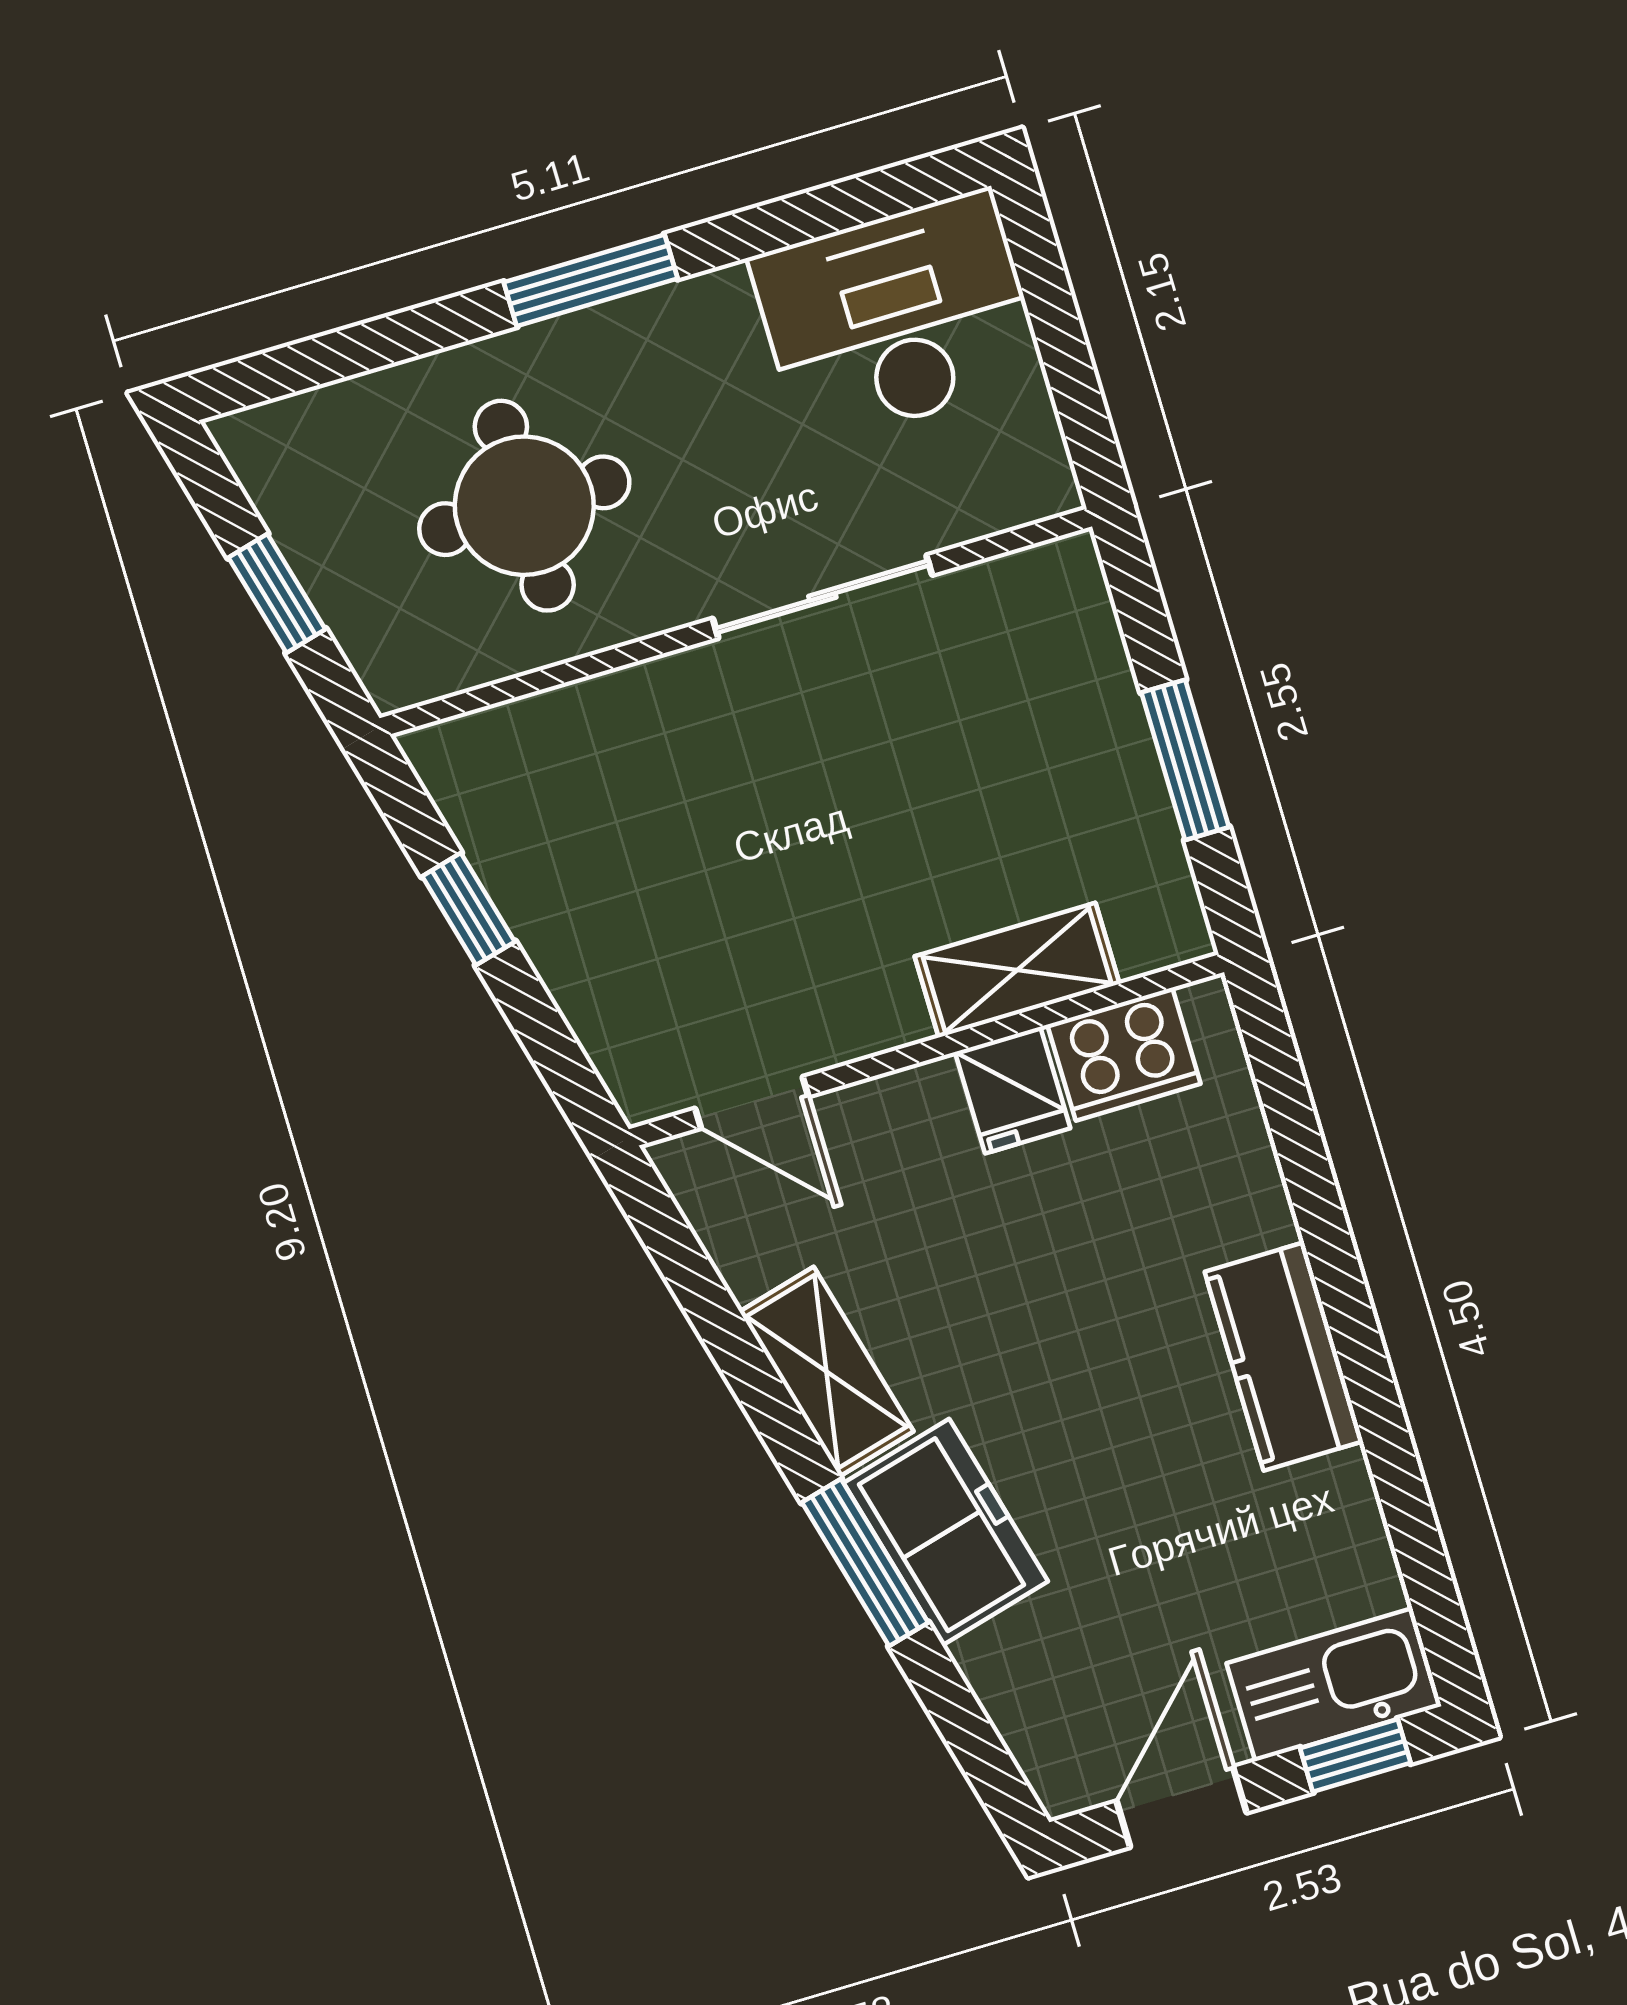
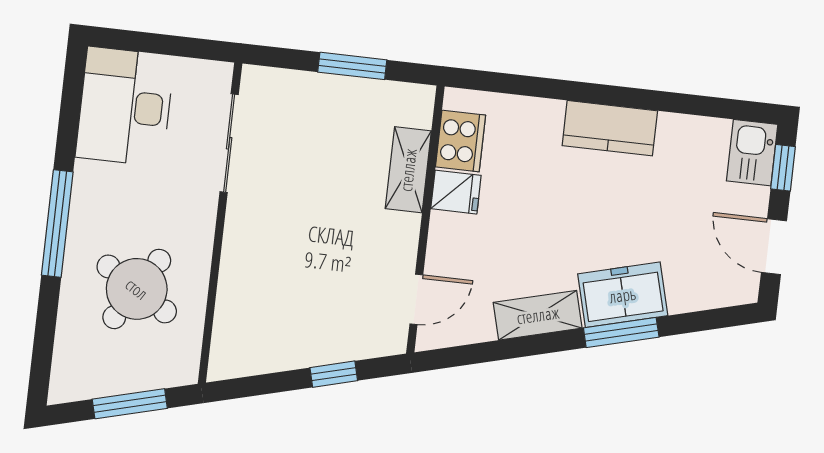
window: (591, 280) -> (57, 224), width x1.44
round table: (524, 506) -> (137, 289), turned 32
window: (277, 593) -> (130, 404), width x1.50
sliding door: (822, 597) -> (229, 143), moved
window: (468, 909) -> (334, 374), moved
kitchen sink: (1334, 1685) -> (752, 153), width x0.73

